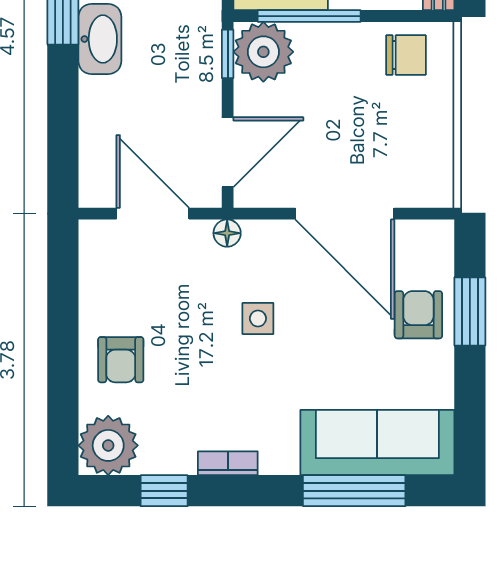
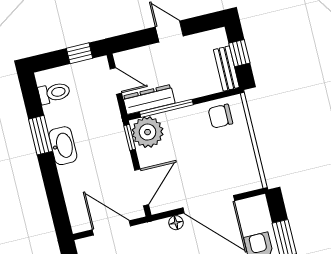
chair: (406, 55) -> (220, 116), turned 180
floor lamp: (227, 233) -> (176, 223), moved

